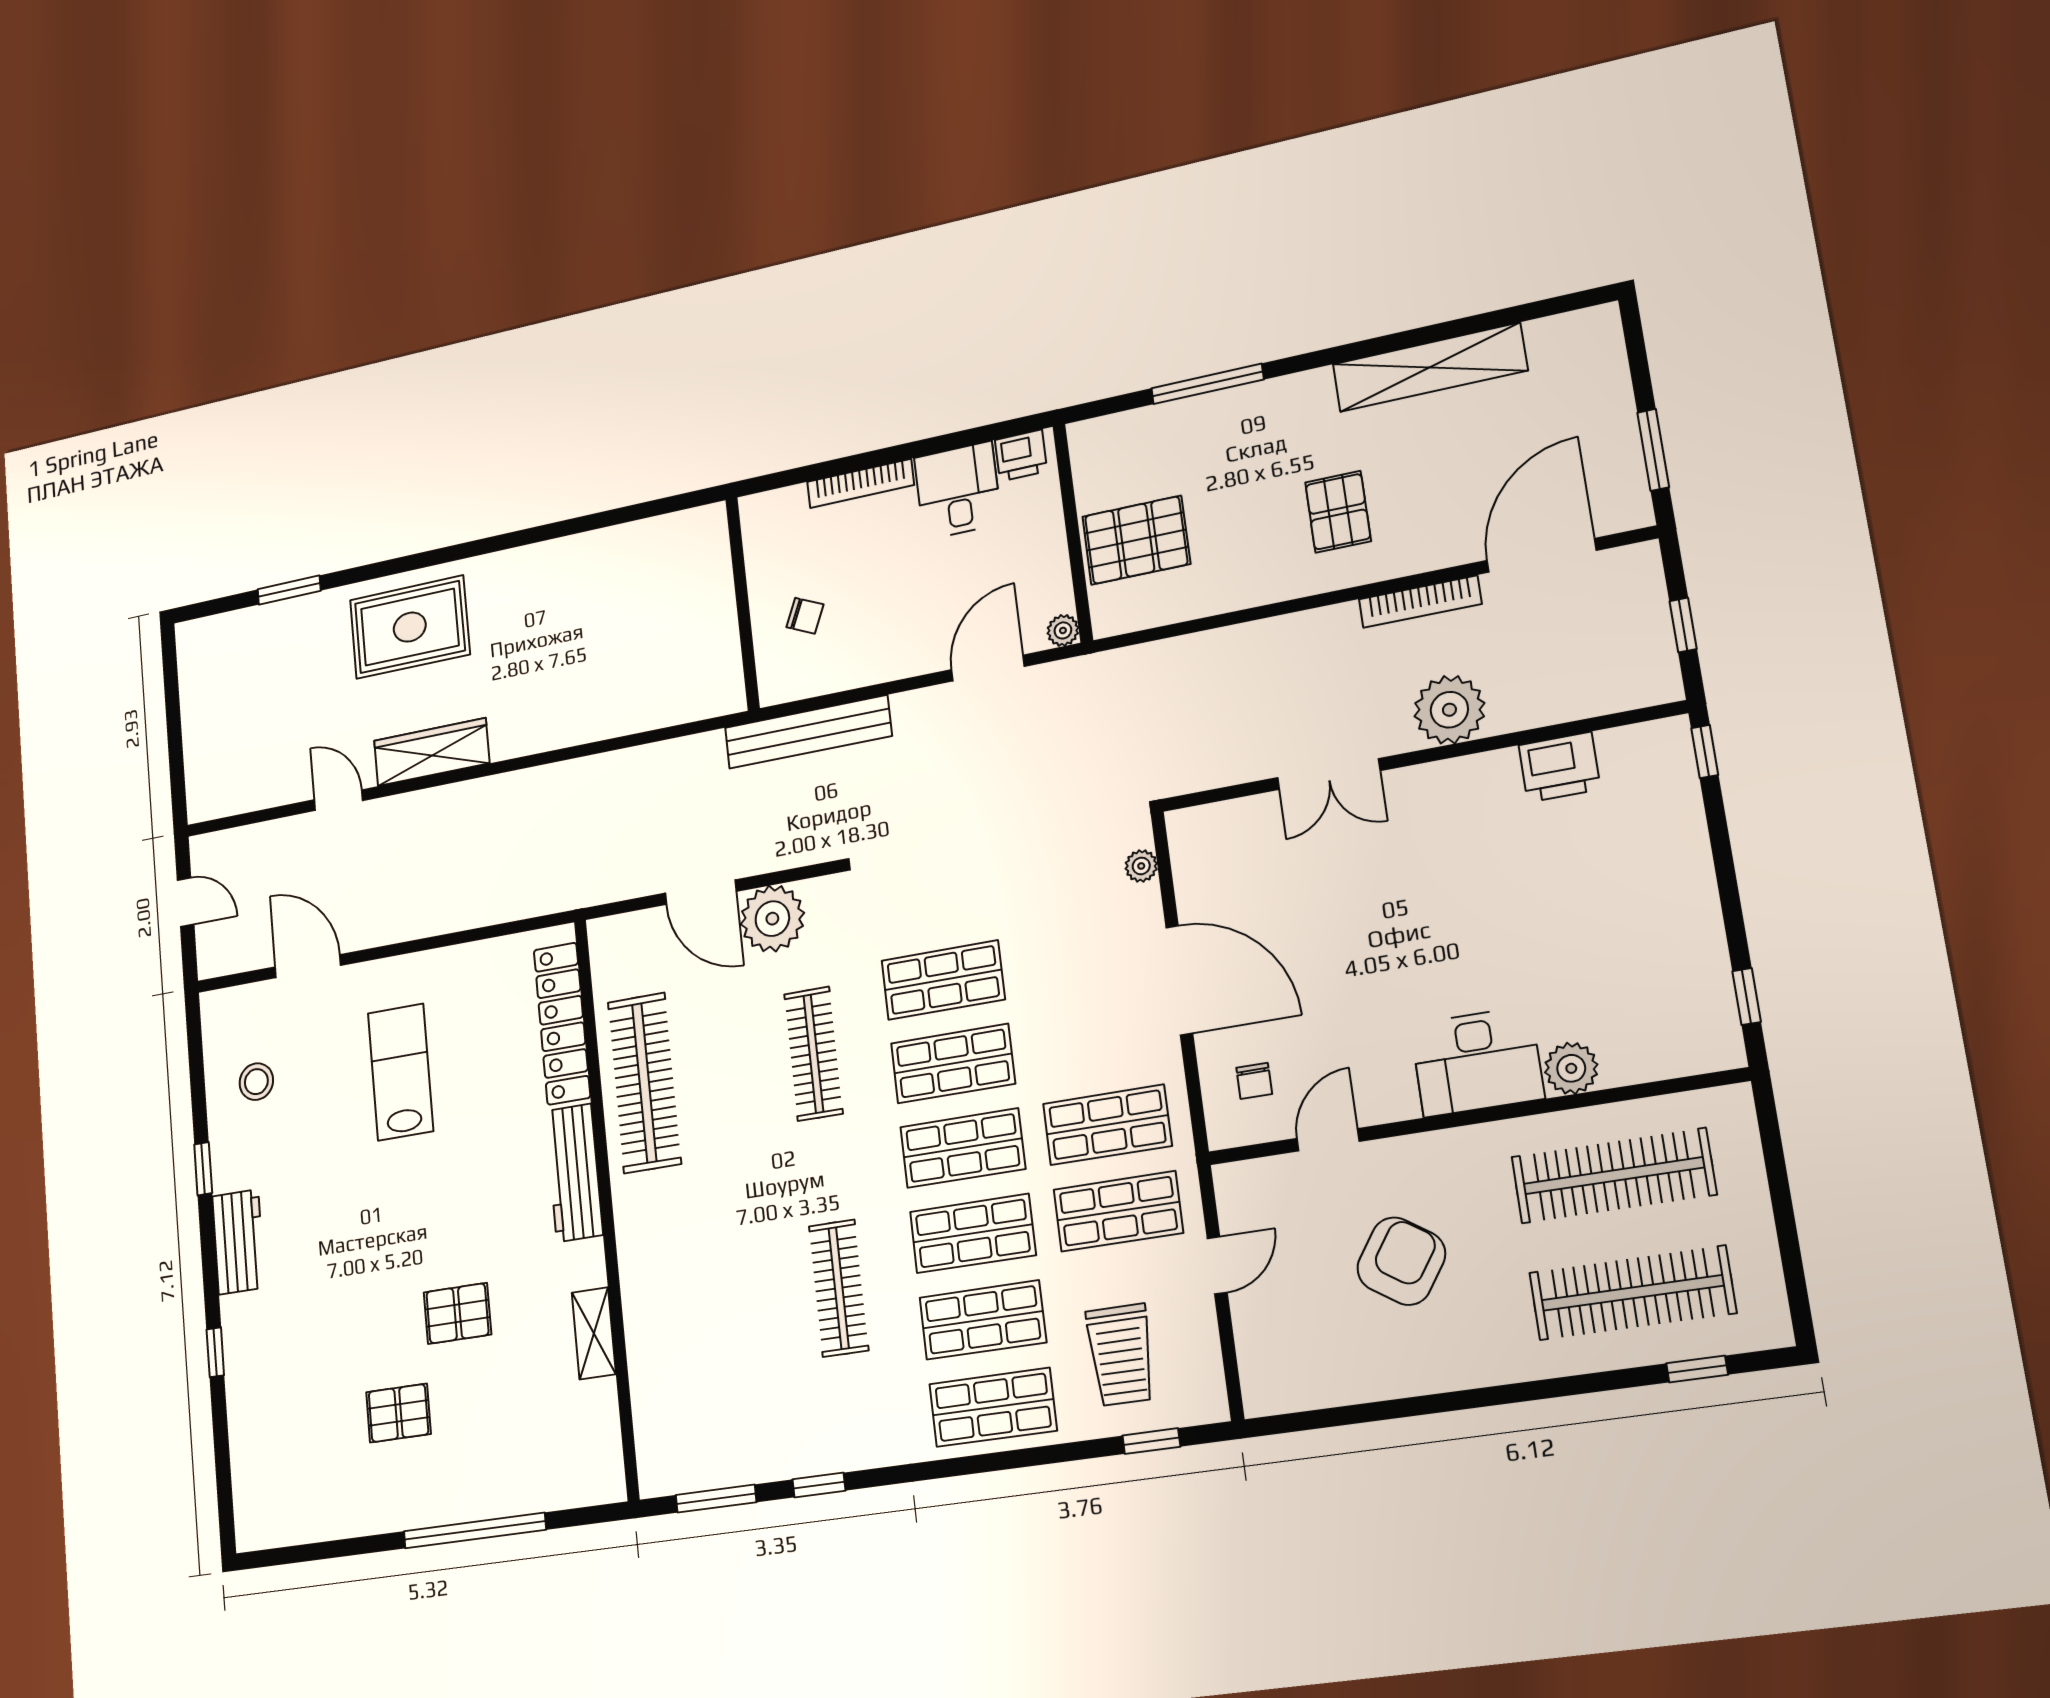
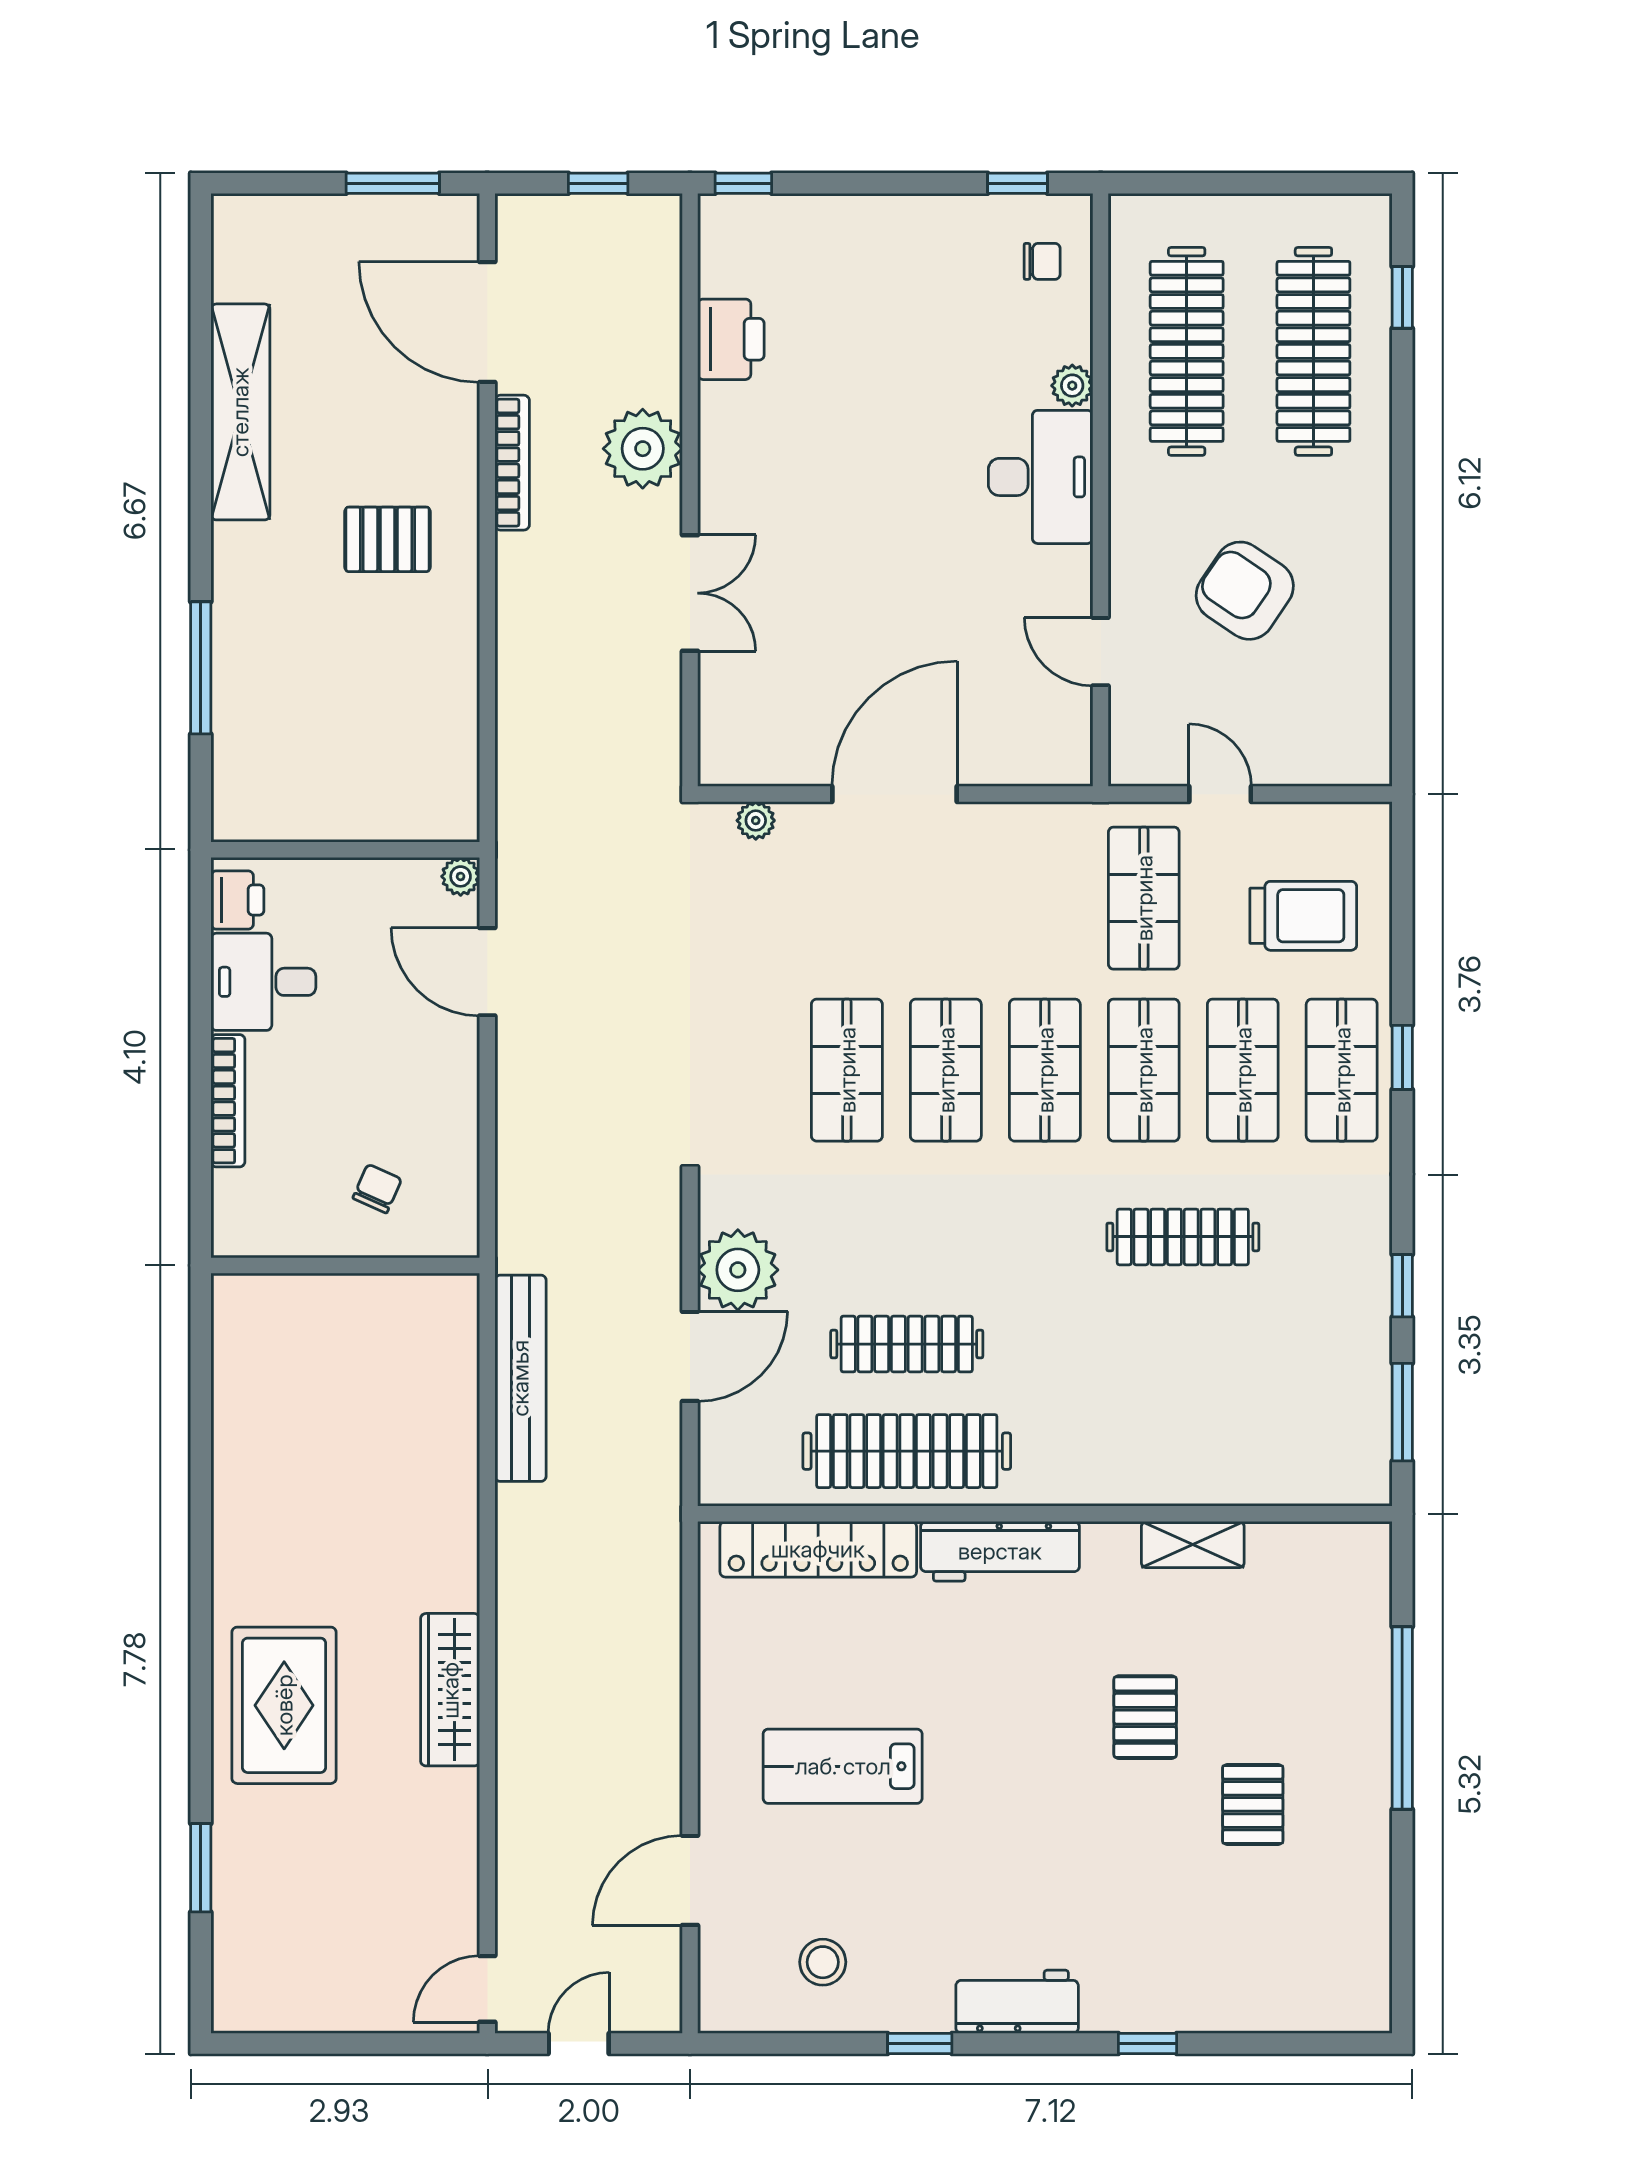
pallet: (1136, 540) -> (371, 776), removed
bench: (808, 732) -> (520, 1378), moved
door: (339, 800) -> (487, 1989), moved
clothes rail: (813, 1054) -> (907, 1344), moved
plant: (1571, 1068) -> (1072, 386), width x0.73, depth x0.73
chair: (1254, 1081) -> (1042, 261), moved
shop shelf: (1107, 1125) -> (1045, 898), removed
window: (1151, 1441) -> (1402, 1057), moved

